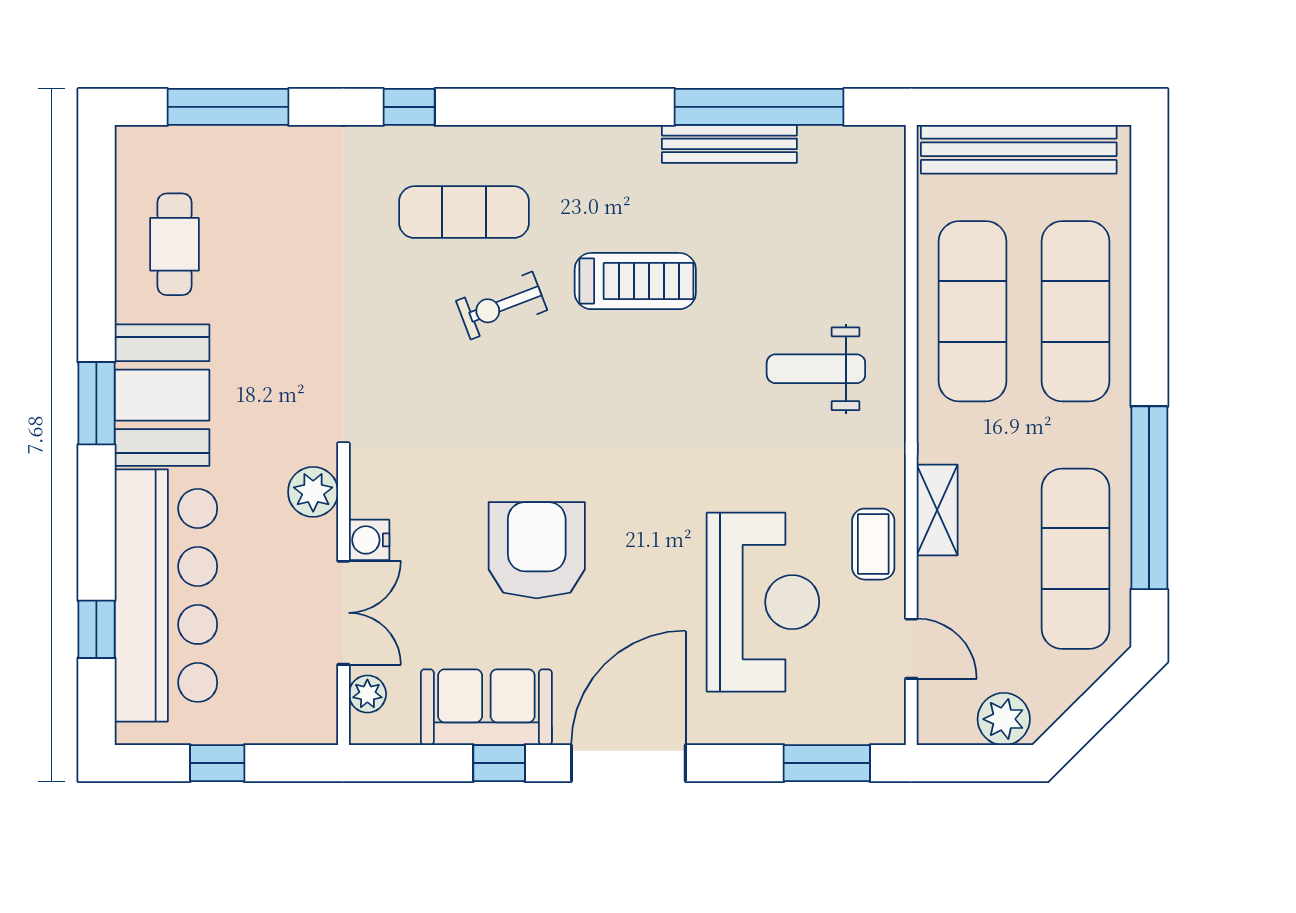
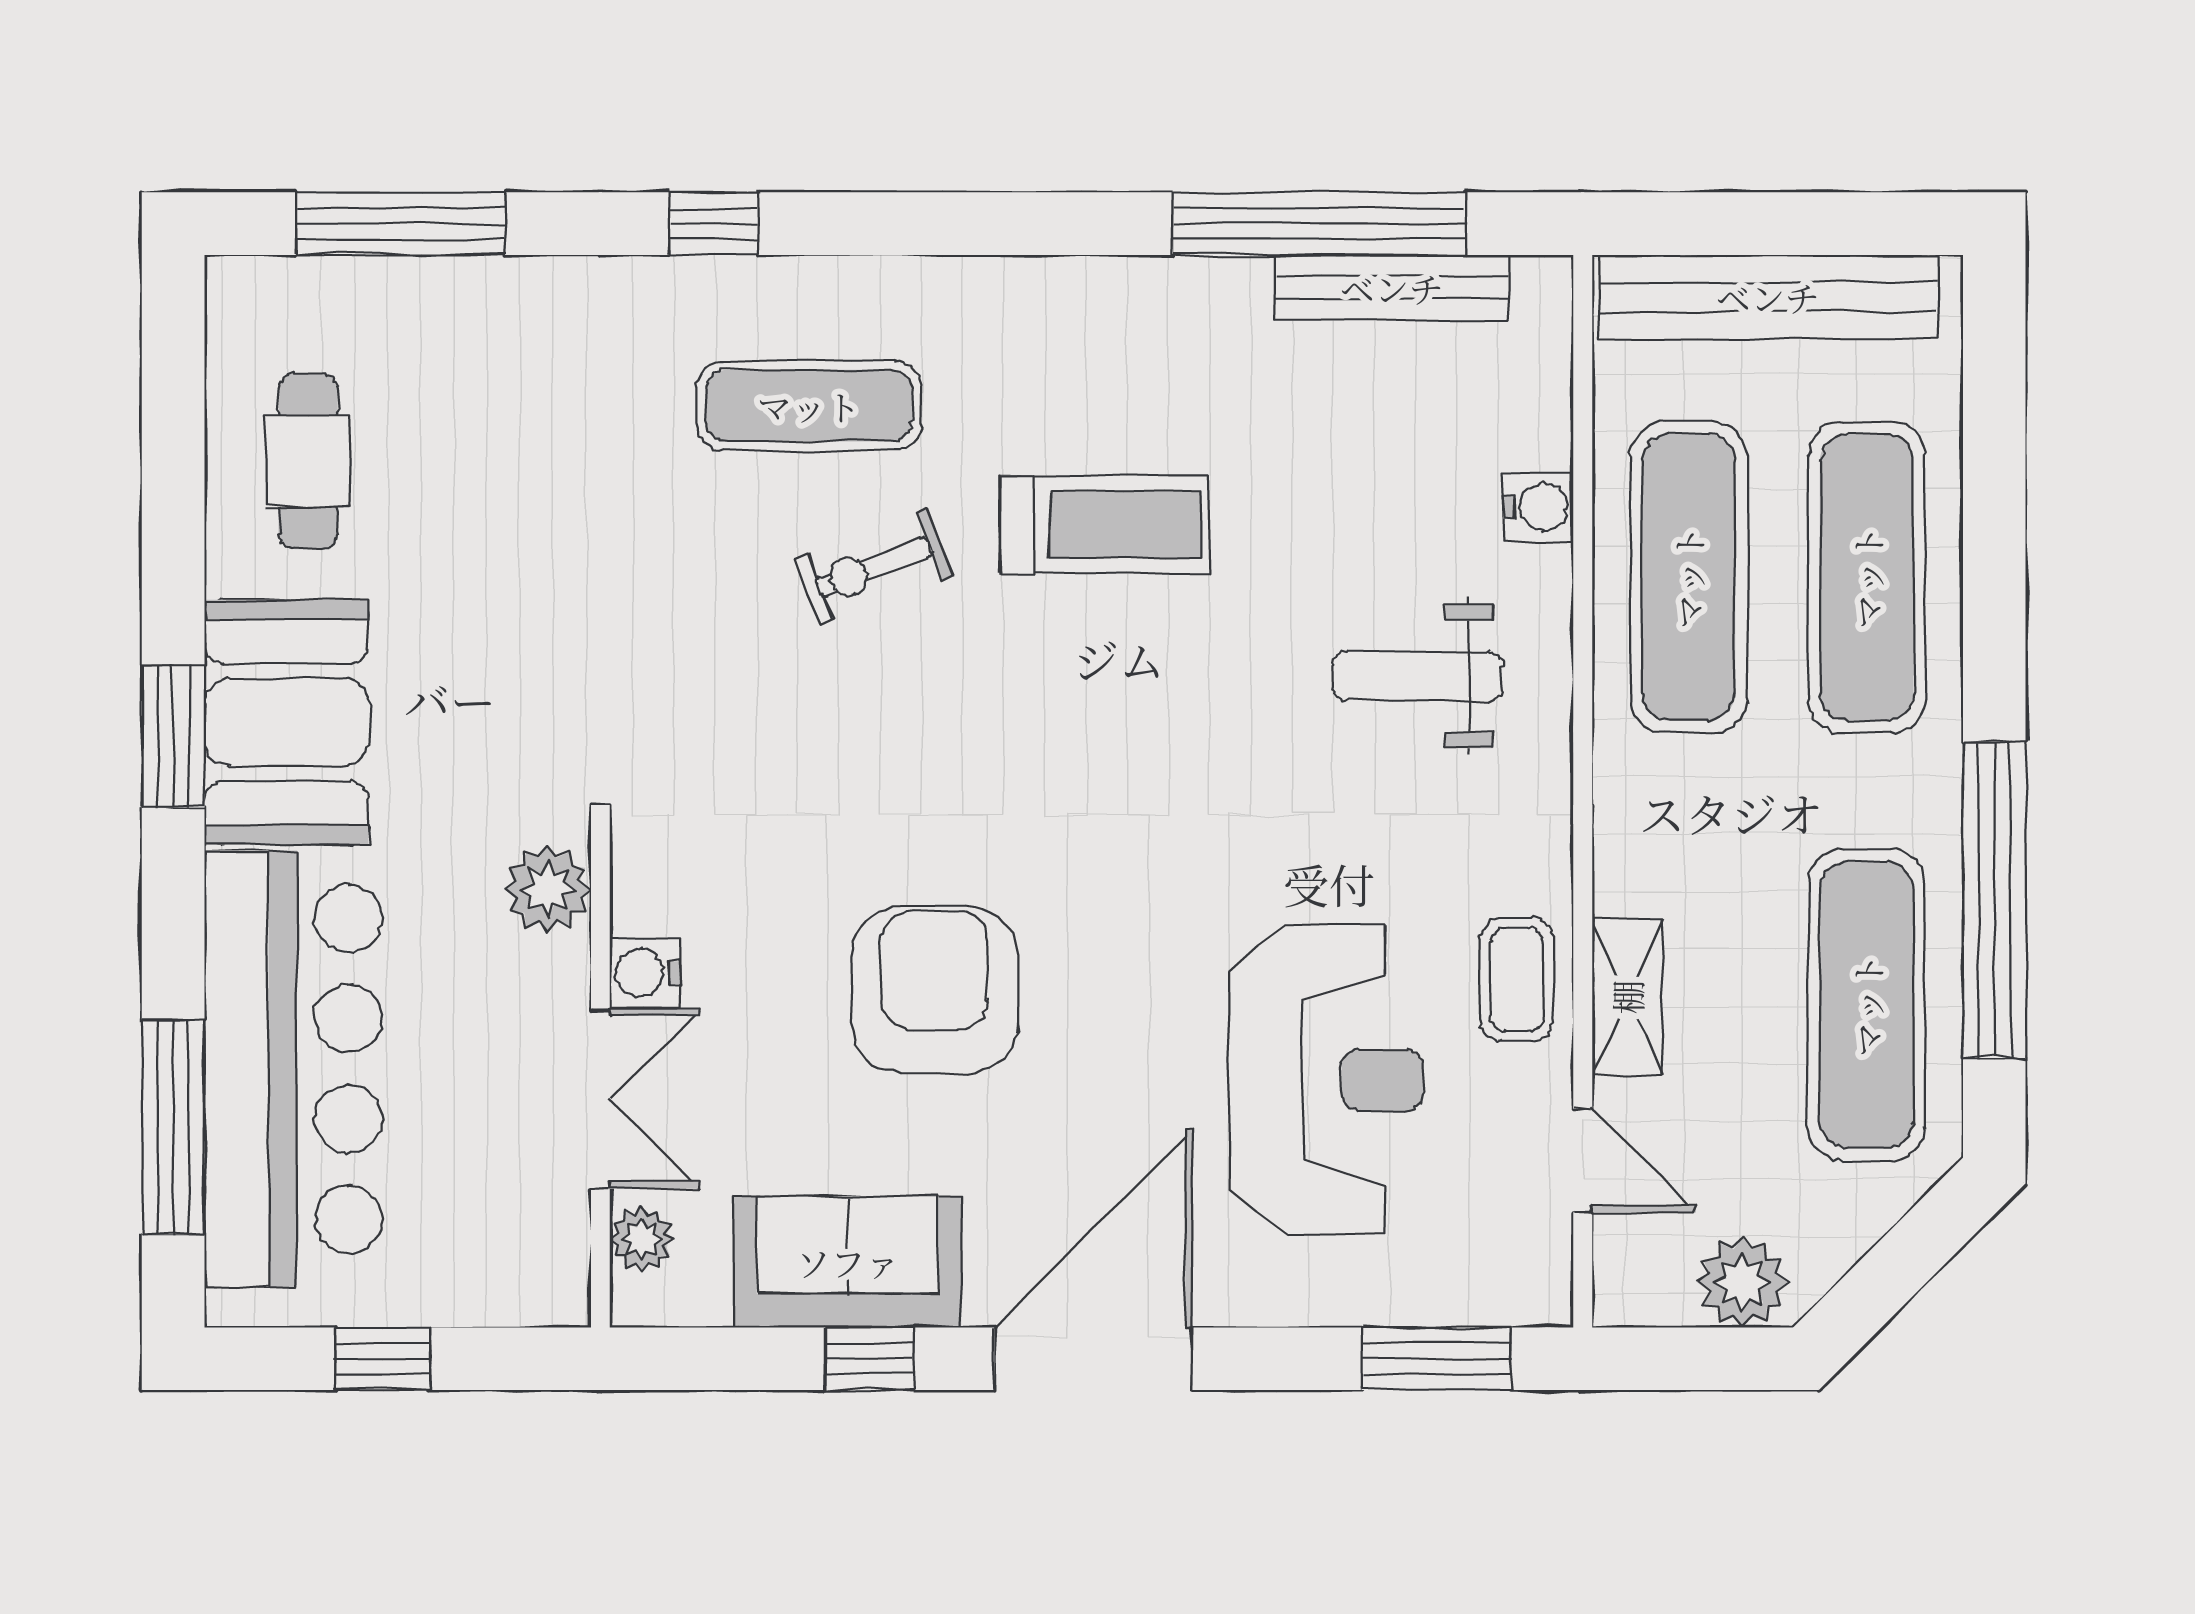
bench: (729, 144) -> (1392, 288), moved
water cooler: (886, 271) -> (1538, 507), added
shelving: (937, 510) -> (1627, 997), moved
window: (96, 629) -> (173, 1127), width x2.17

